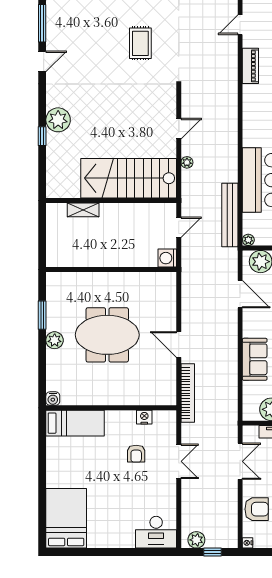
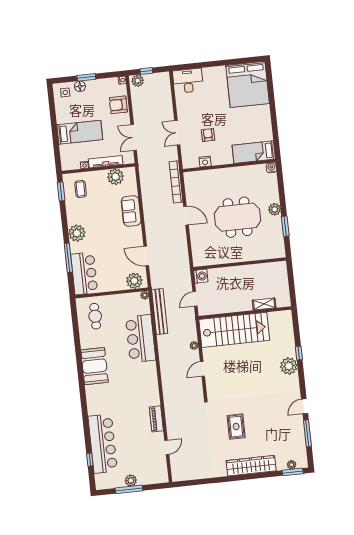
bed: (66, 518) -> (248, 84), width x1.36
plant: (196, 540) -> (138, 81), moved

